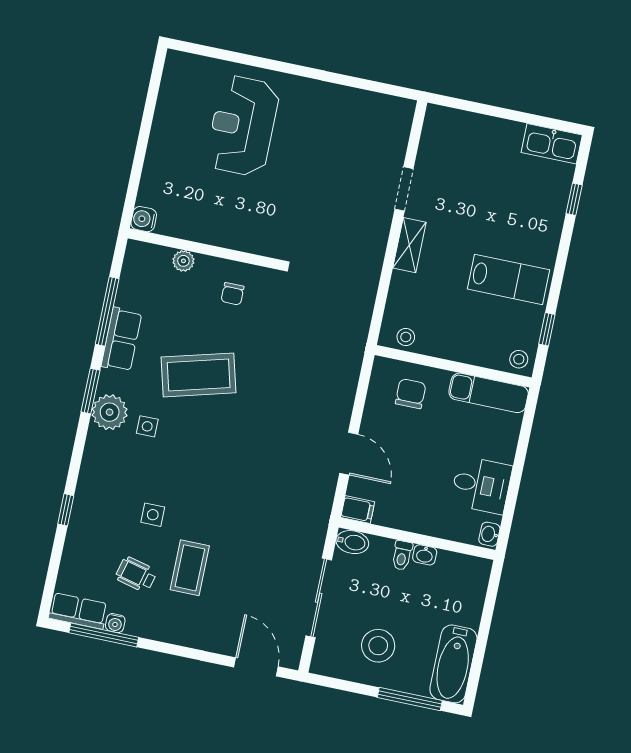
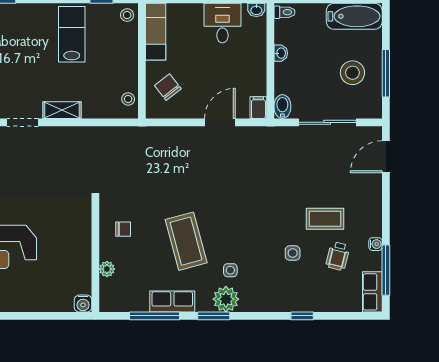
chair: (411, 394) -> (168, 87), turned 52
toilet: (402, 555) -> (285, 12), moved
water cooler: (115, 623) -> (376, 244), moved
window: (410, 699) -> (386, 73), moved

